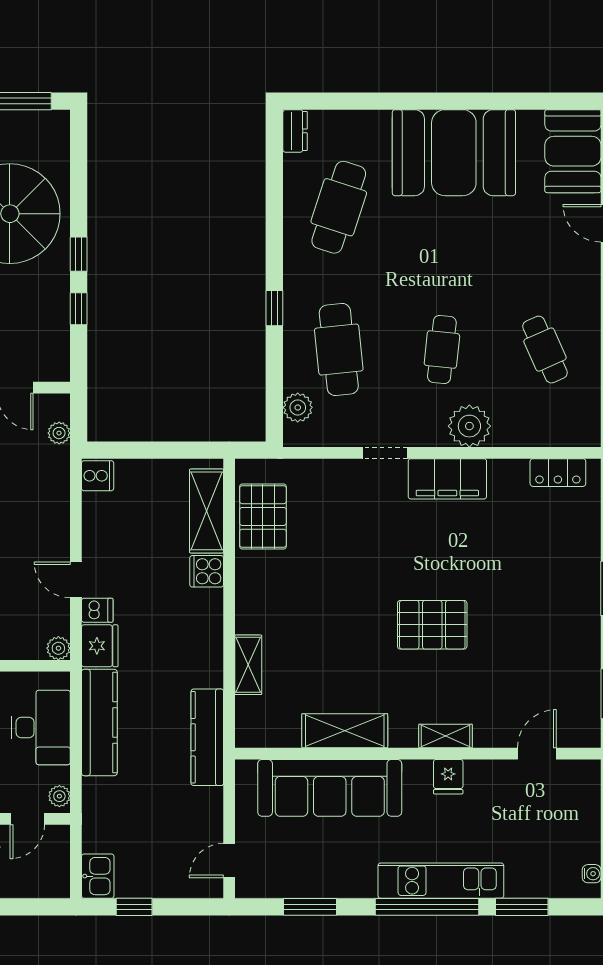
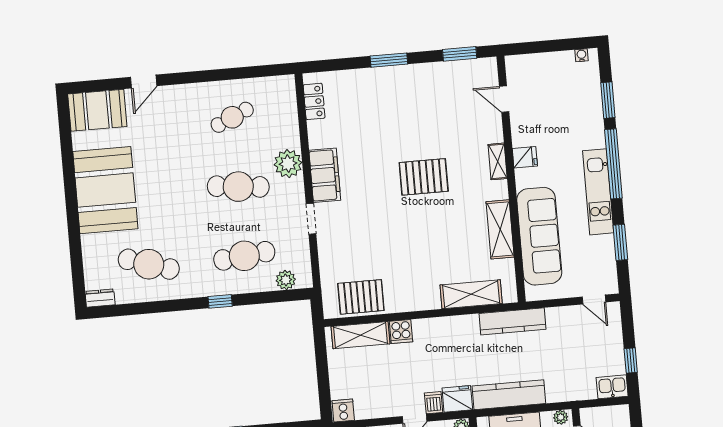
cafe table: (442, 350) -> (238, 187), width x1.37, depth x1.35
pallet: (432, 625) -> (424, 177), turned 90
shelving: (248, 665) -> (471, 294), width x1.50, depth x1.33
kitchen unit: (441, 881) -> (598, 192), moved

